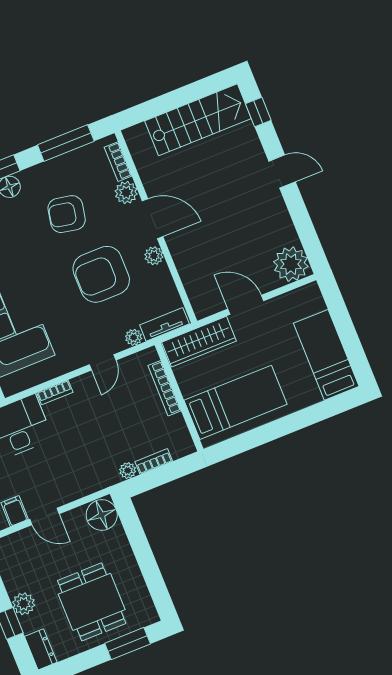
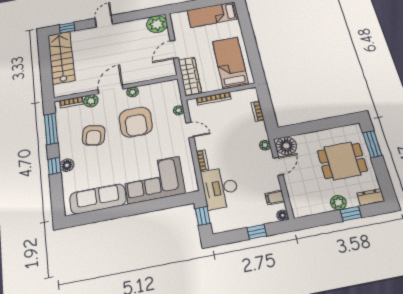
tv unit: (164, 324) -> (175, 93), removed
plant: (128, 471) -> (265, 145), moved
door: (44, 517) -> (278, 166), moved

